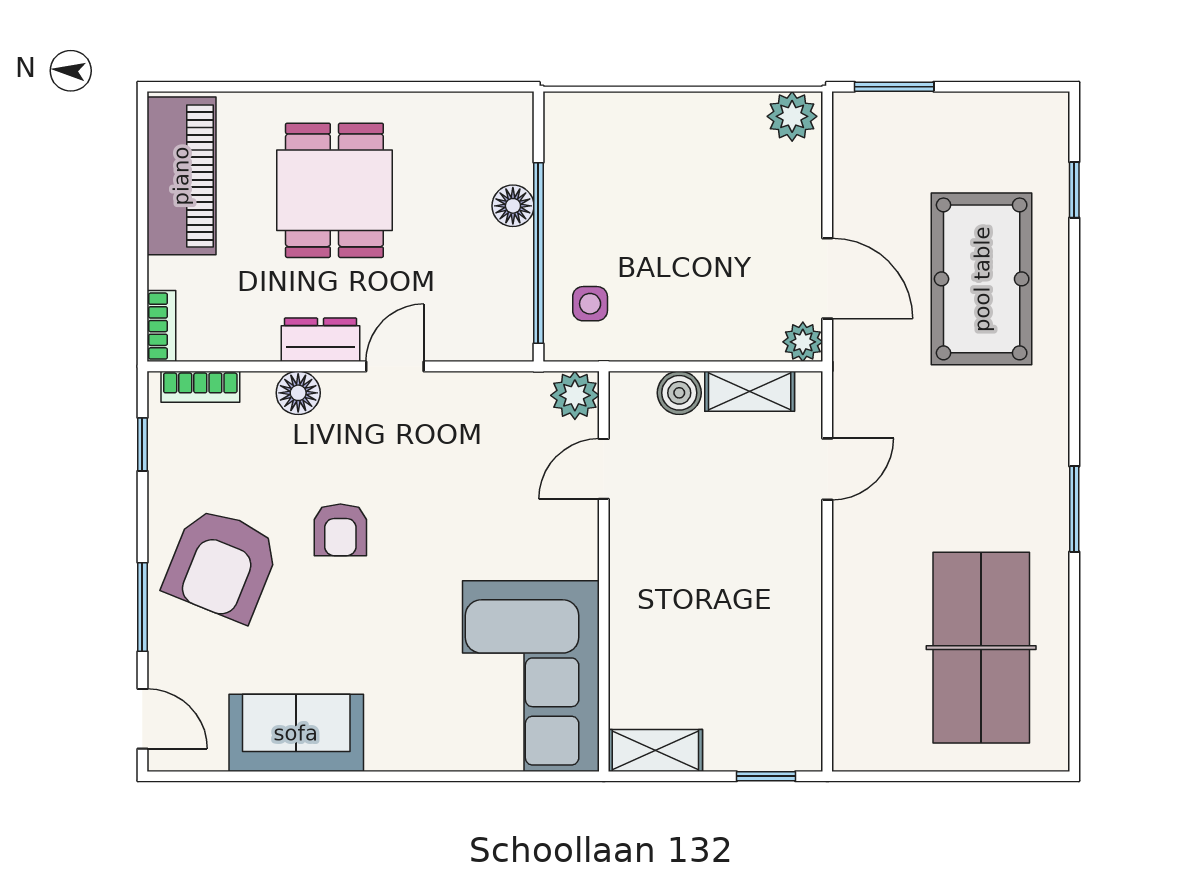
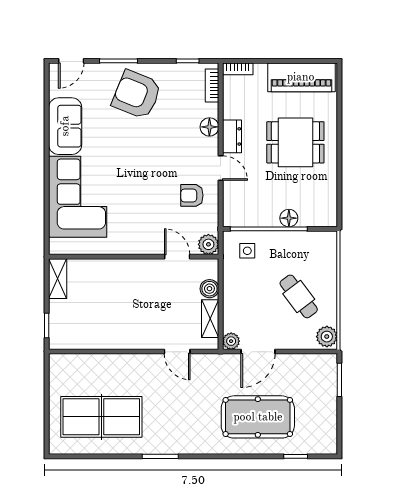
cafe table: (698, 183) -> (299, 296), added
armchair: (340, 530) -> (192, 195), moved
corner sofa: (531, 676) -> (78, 197), moved, turned 90

